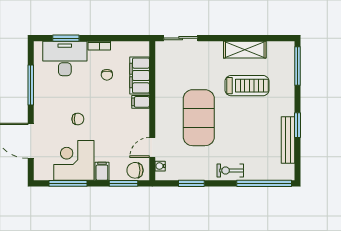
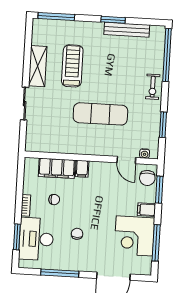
sliding door: (181, 38) -> (25, 104), moved
exercise mat: (199, 118) -> (100, 114), width x0.68
chair: (78, 119) -> (77, 234), moved

